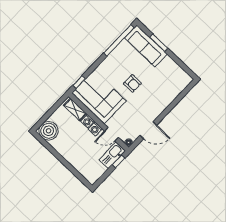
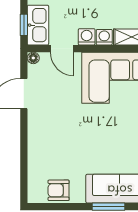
armchair: (132, 83) -> (59, 190), moved
door: (112, 134) -> (62, 49), swing flipped

